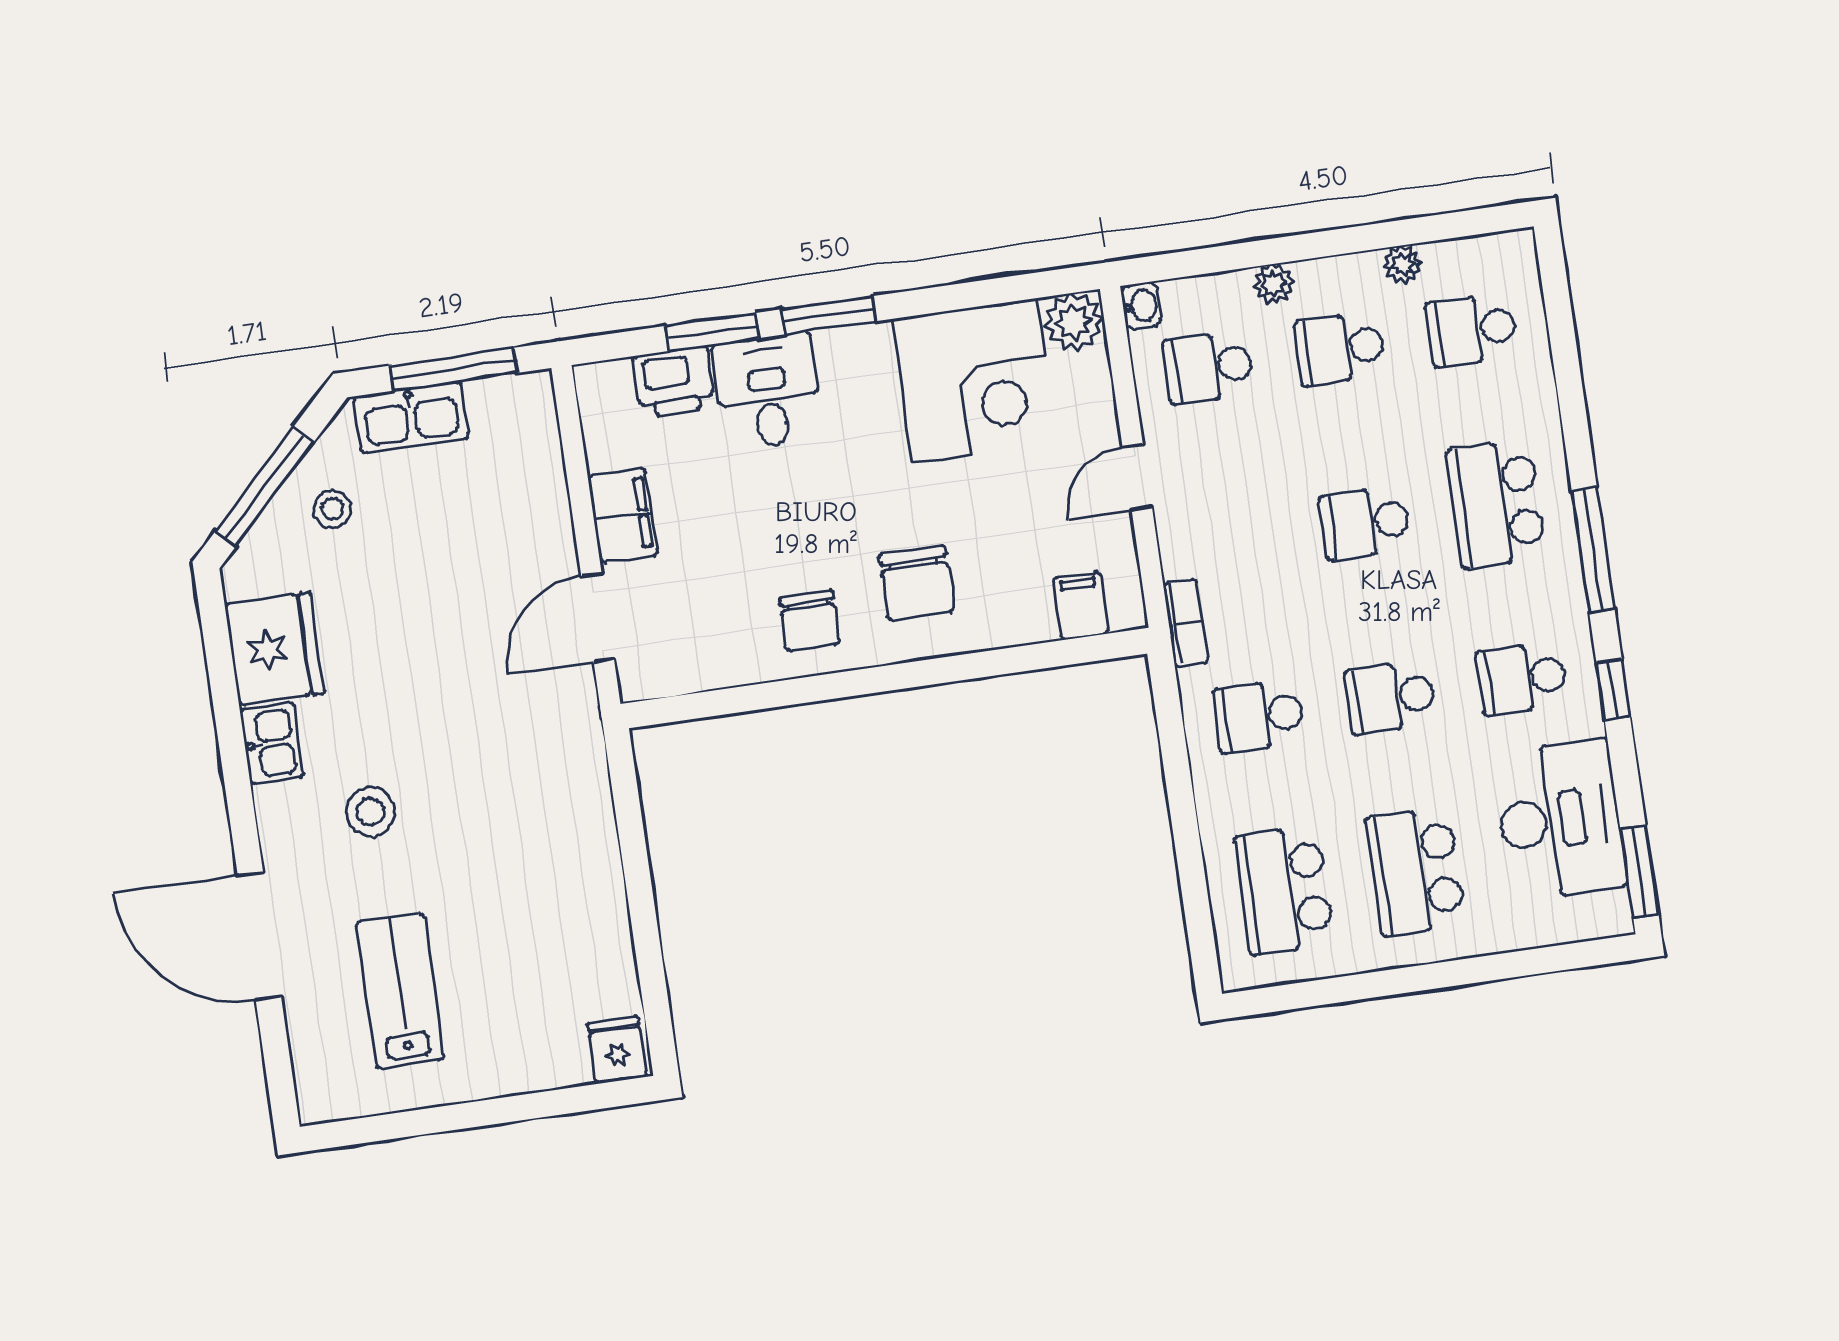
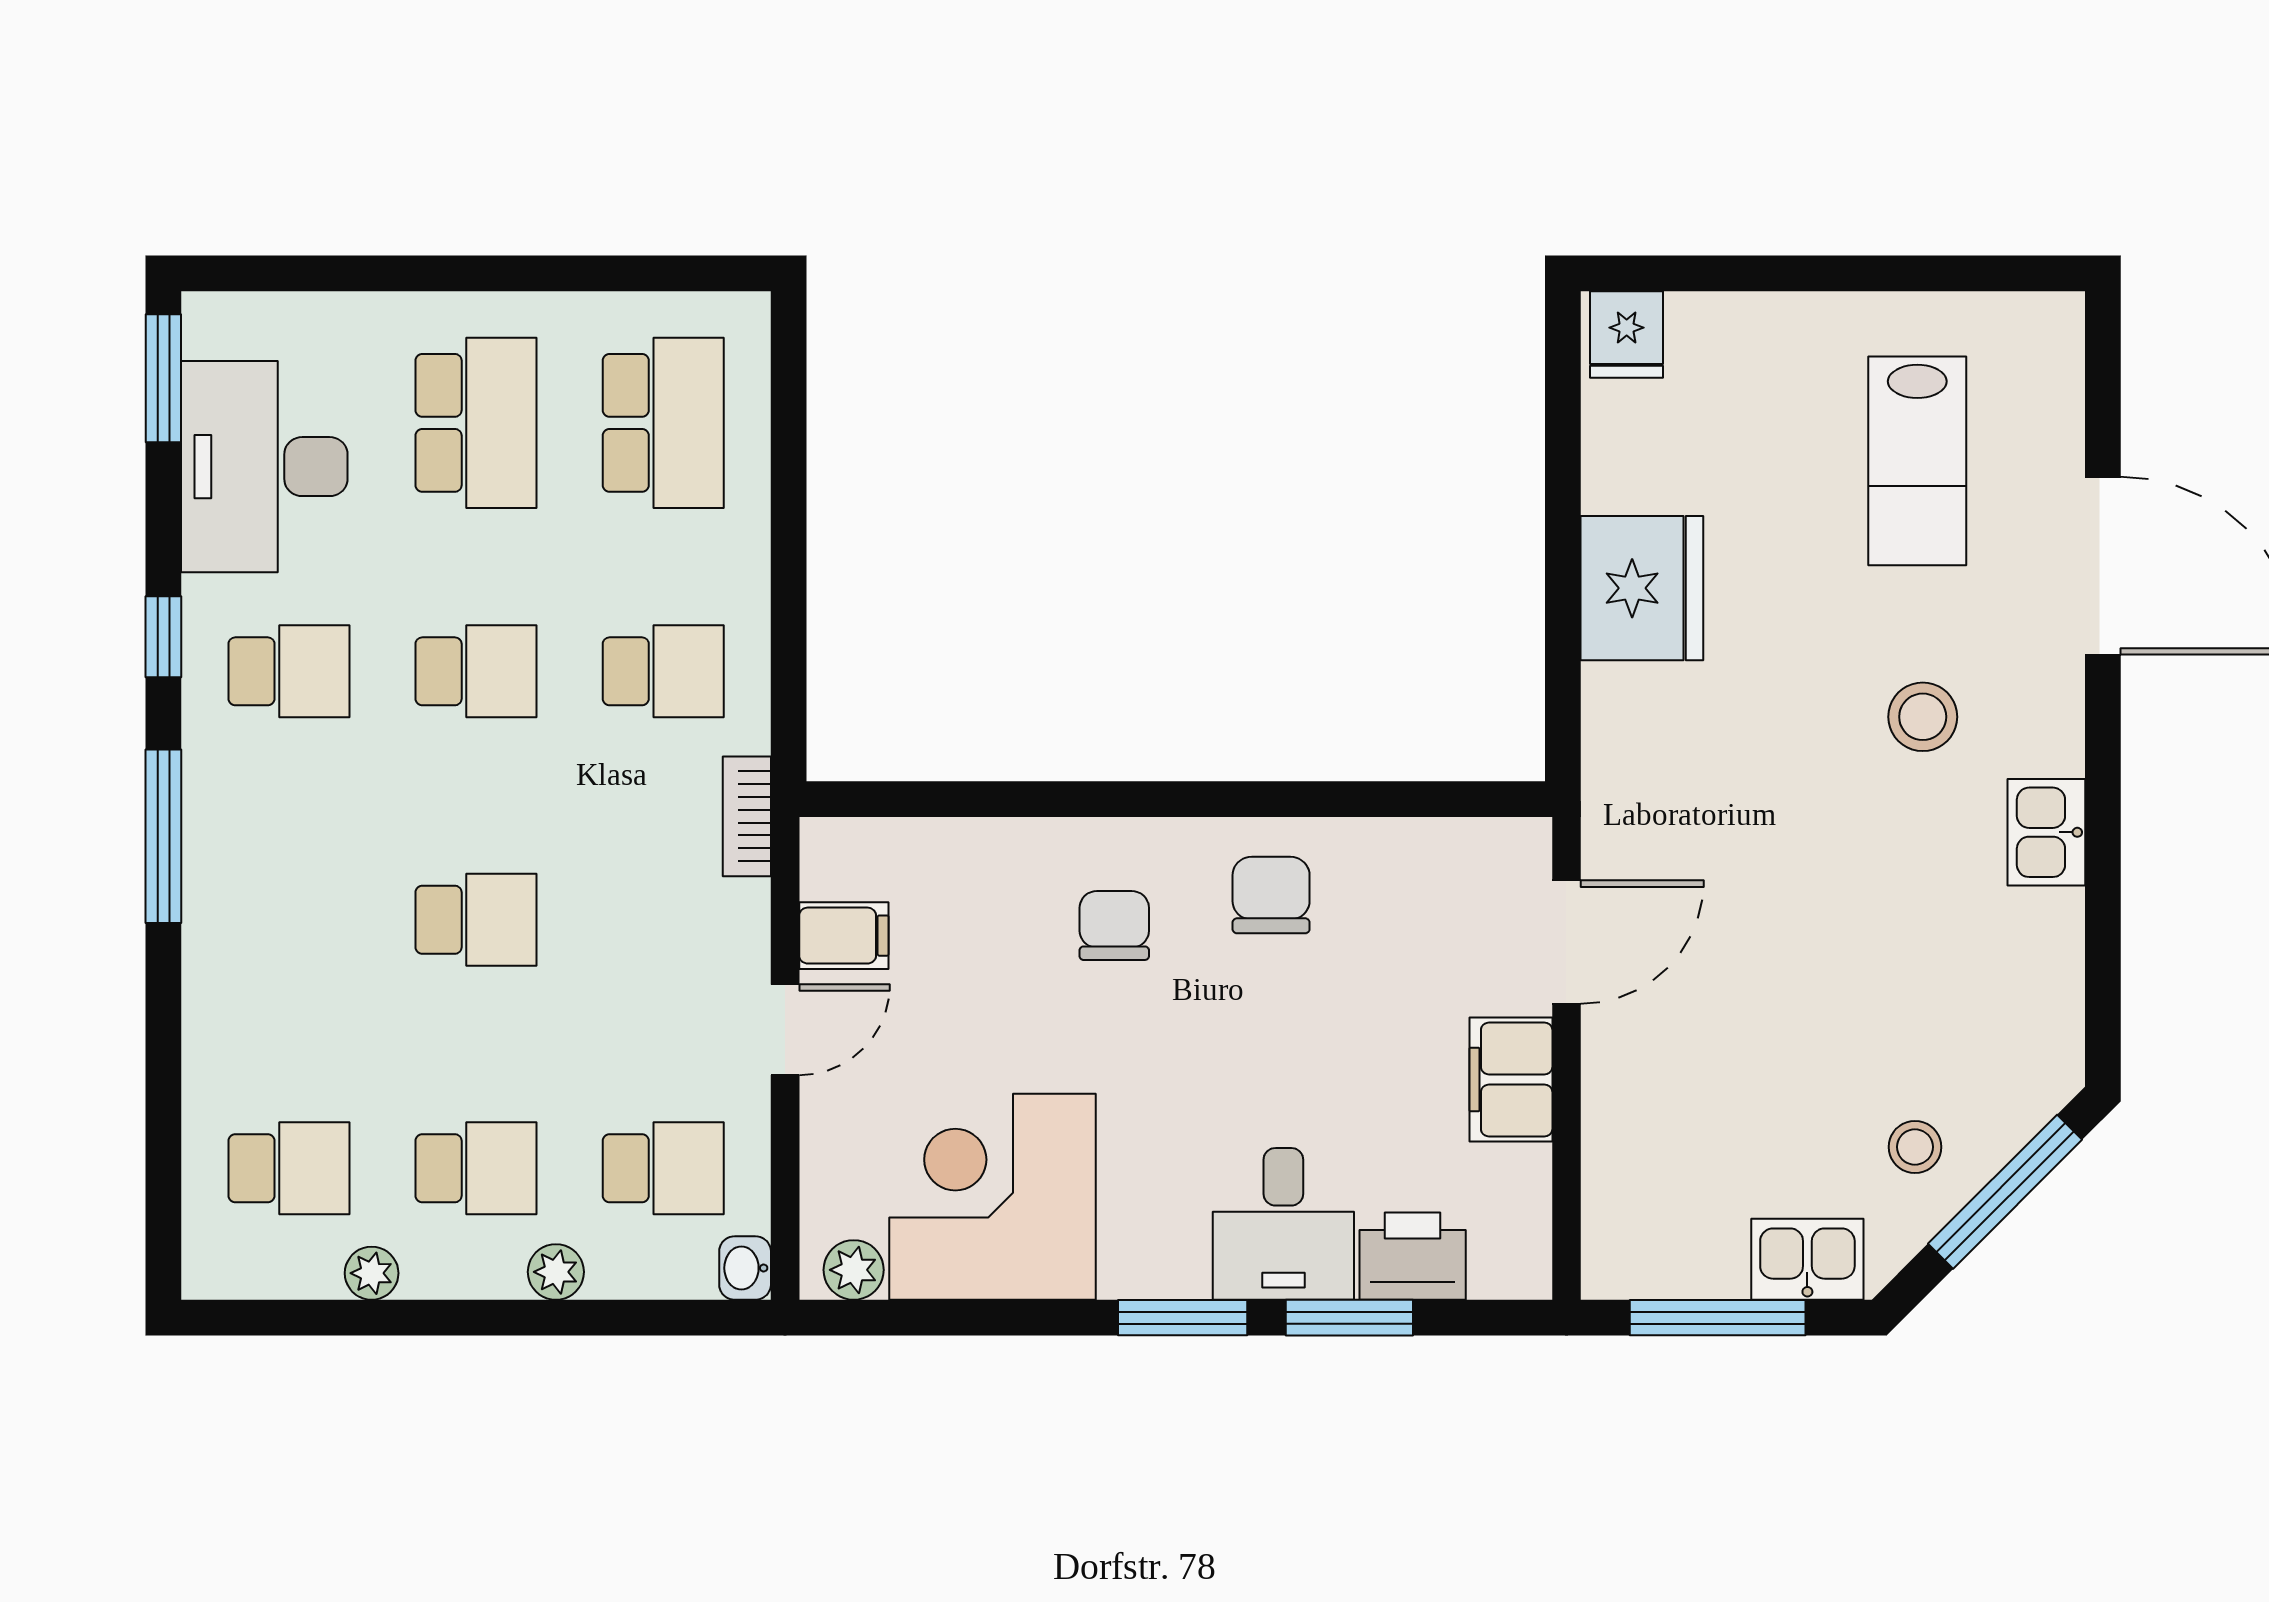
plant: (1074, 322) -> (854, 1270), width x0.73, depth x0.73
kitchen sink: (411, 417) -> (1807, 1259), width x0.73
school desk: (1497, 504) -> (289, 920), removed
chair: (917, 583) -> (1114, 926), width x0.73, depth x0.73
filing cabinet: (1081, 606) -> (844, 936), moved, turned -90
fridge: (275, 649) -> (1642, 588), moved, turned 180

